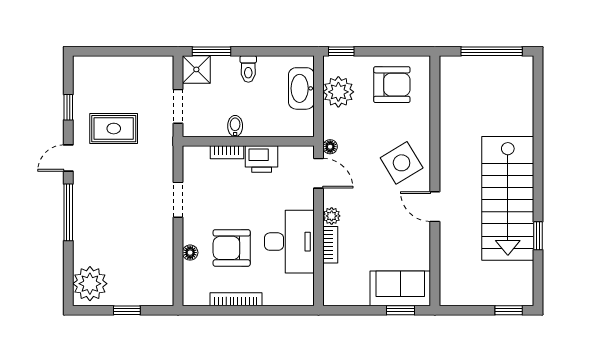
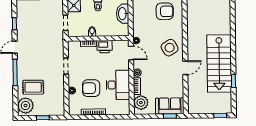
plant: (338, 92) -> (141, 103), moved
rug: (114, 129) -> (33, 87), moved
door: (435, 207) -> (185, 68), swing flipped

